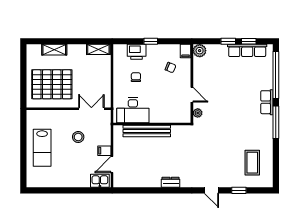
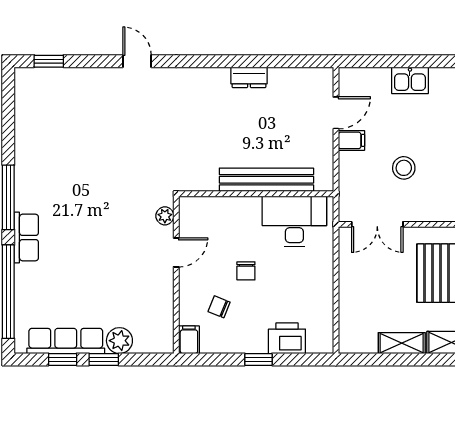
shelving: (98, 49) -> (402, 343), moved
plant: (200, 51) -> (119, 341), moved
chair: (136, 77) -> (246, 271), moved
door: (192, 95) -> (176, 252), swing flipped
coffee table: (252, 163) -> (56, 117), removed
kitchen sink: (100, 181) -> (410, 80), moved
dresser: (171, 182) -> (249, 77), moved
window: (239, 190) -> (49, 61), moved

